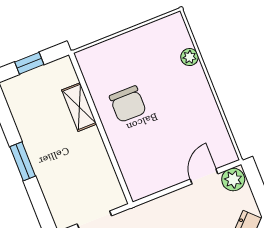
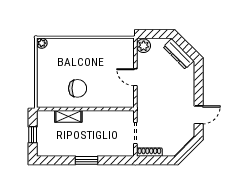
plant: (190, 57) -> (42, 43), moved
door: (204, 176) -> (135, 77), moved

